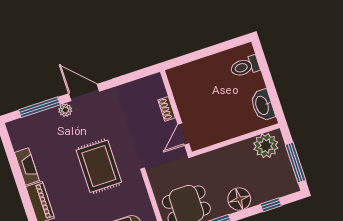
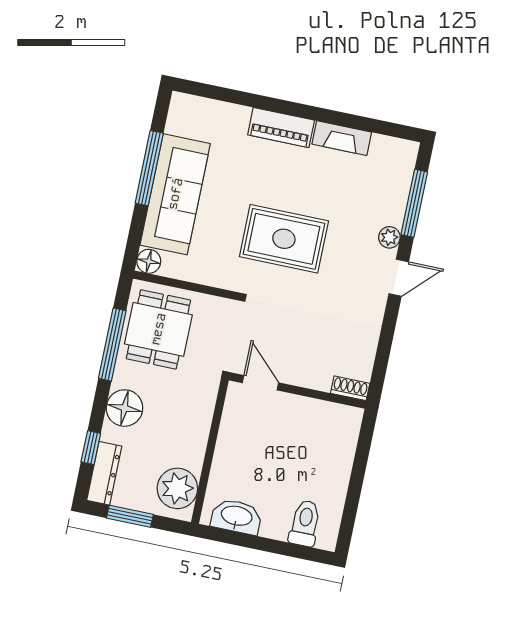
door: (84, 92) -> (399, 278), width x0.73
shoe rack: (167, 109) -> (350, 388), moved
window: (296, 163) -> (130, 516), width x0.69
dresser: (280, 190) -> (104, 473), added

